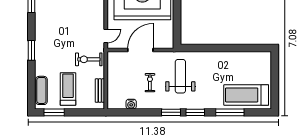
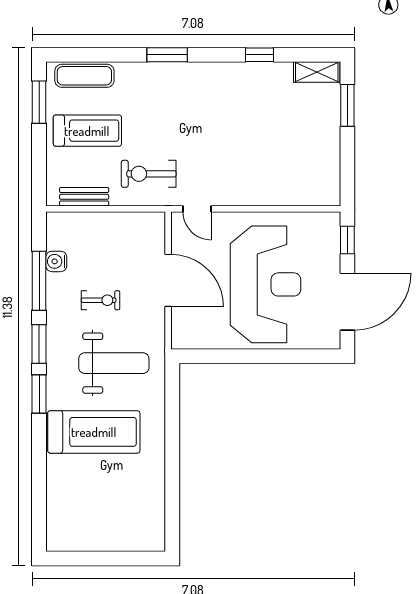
exercise bike: (89, 59) -> (149, 174), turned -90
treadmill: (246, 95) -> (94, 432), moved, turned 90
window: (230, 112) -> (39, 281), moved

